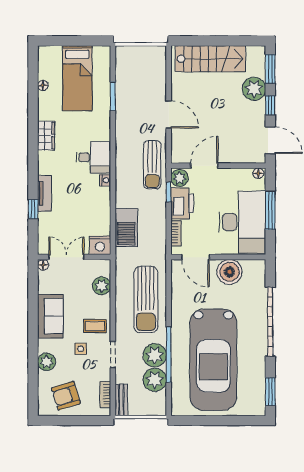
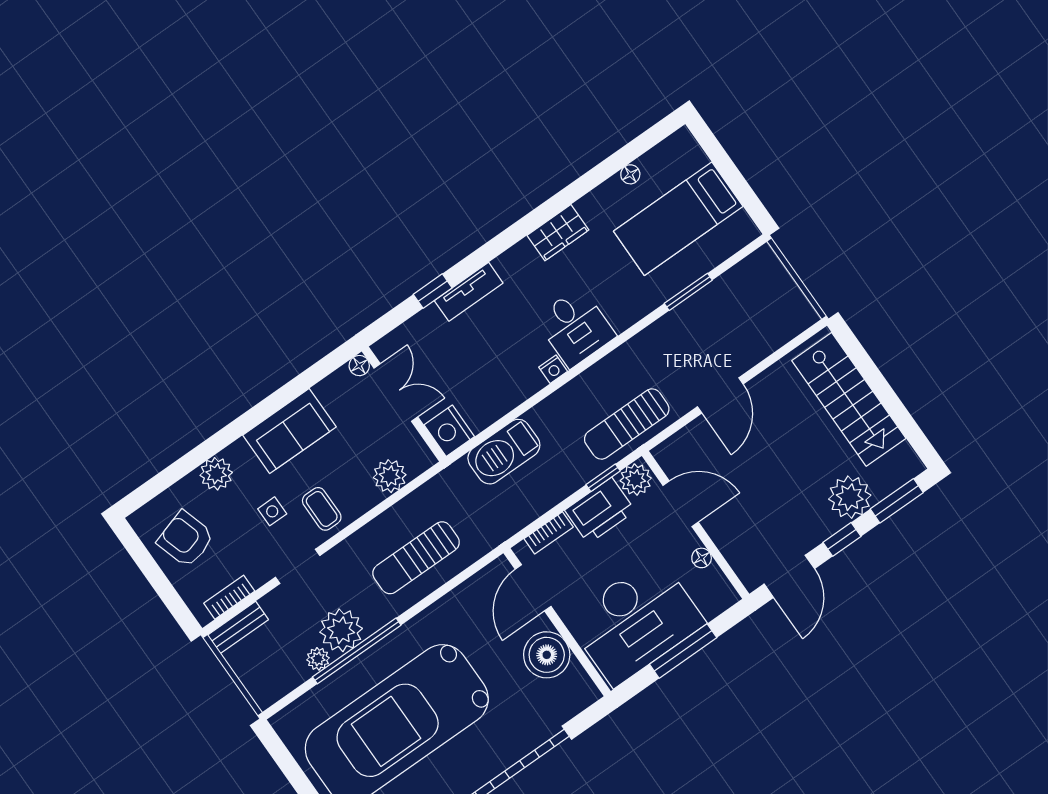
floor lamp: (258, 173) -> (702, 558), moved
sun lounger: (146, 300) -> (416, 558), width x0.73, depth x0.75
plant: (155, 380) -> (318, 659), width x0.53, depth x0.53

